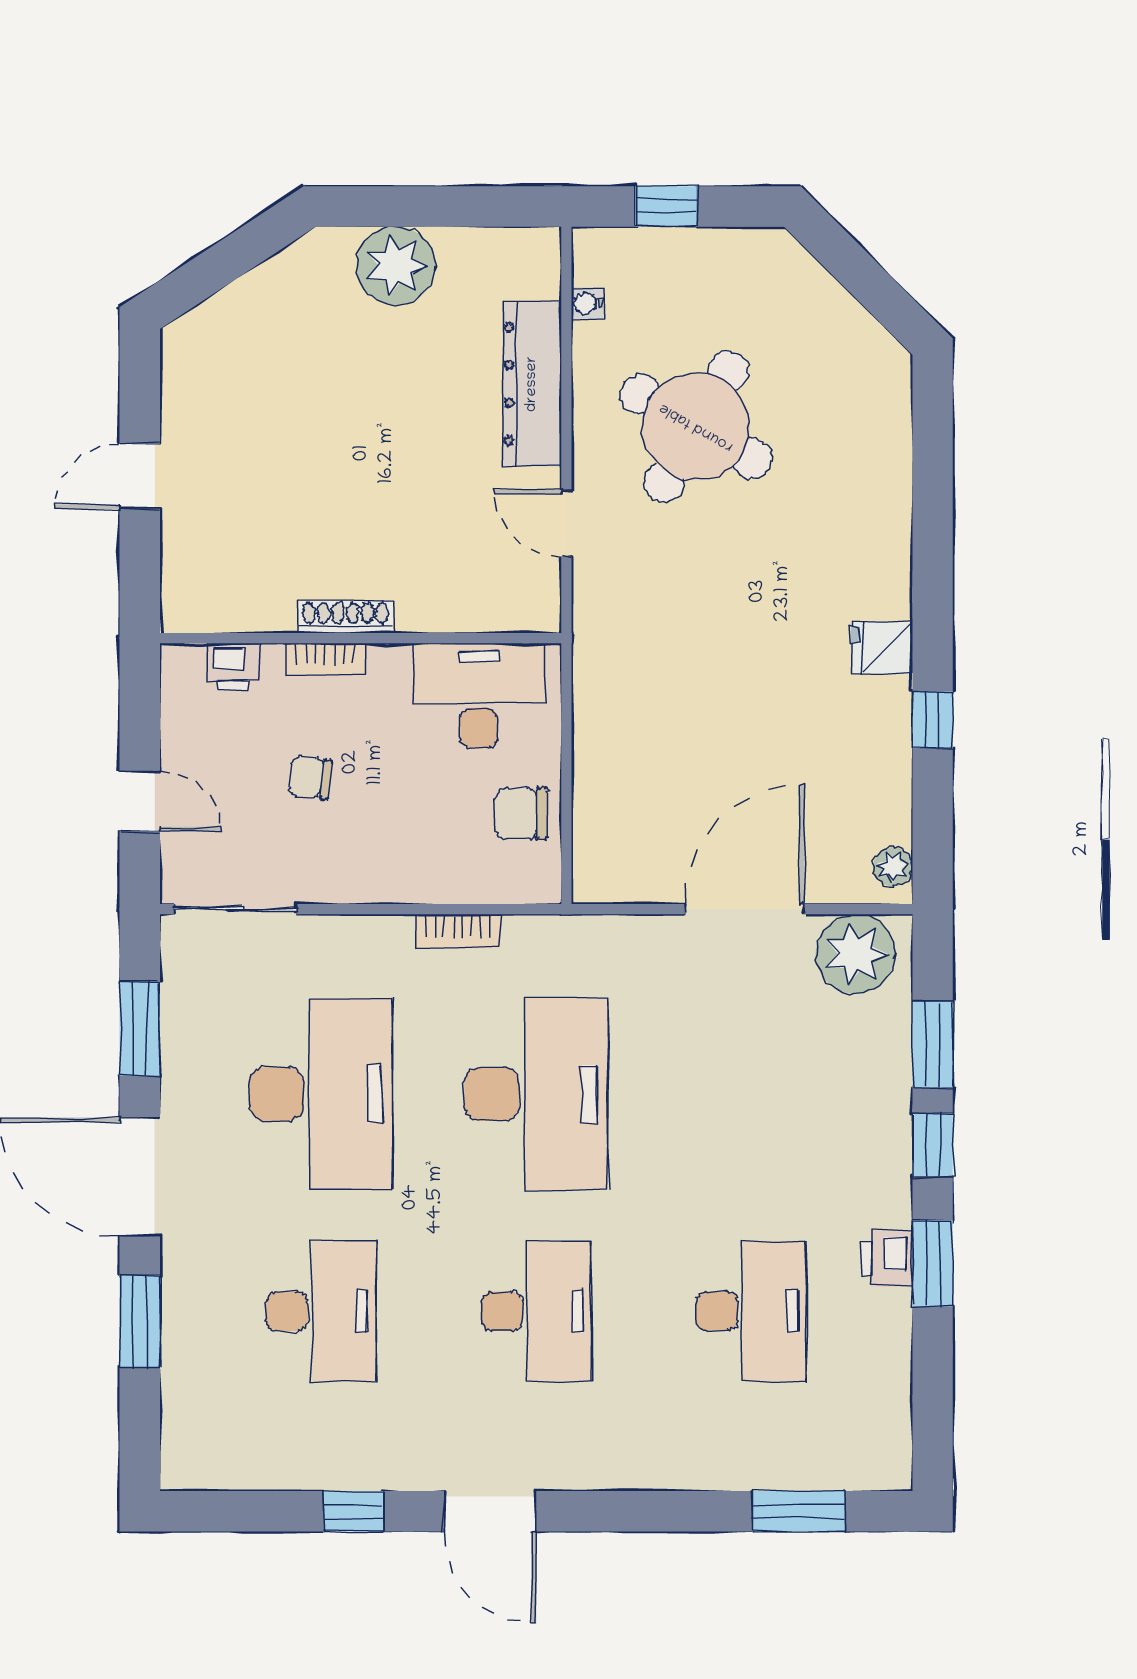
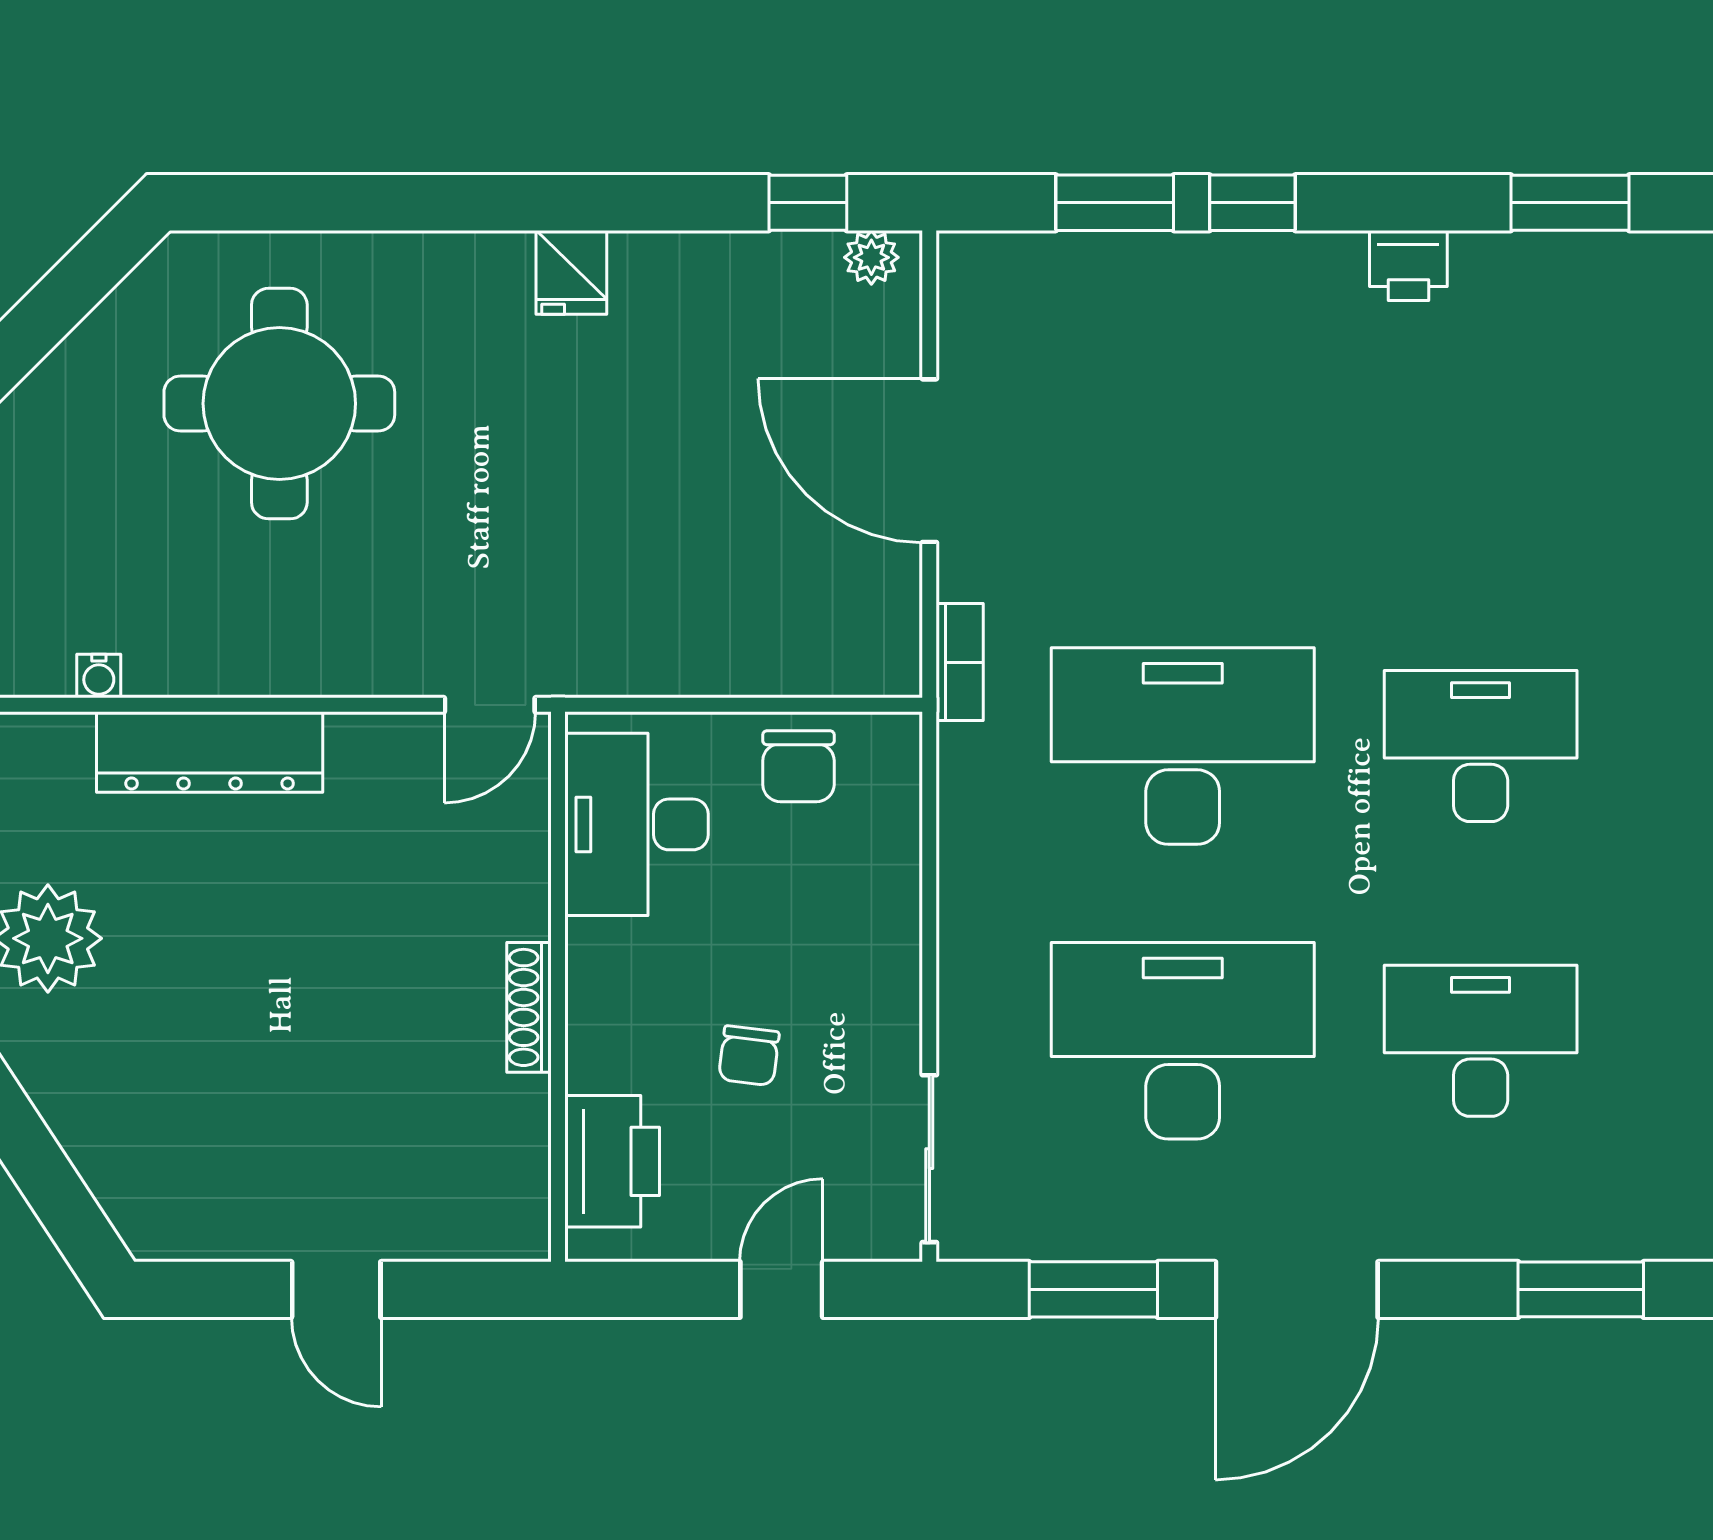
round table: (696, 427) -> (279, 404), moved, turned -30
door: (566, 523) -> (490, 705), moved
bookcase: (325, 659) -> (586, 1036), removed
printer: (233, 666) -> (612, 1161), width x1.87, depth x1.48
window: (933, 720) -> (808, 203), moved
bookcase: (458, 931) -> (960, 662), moved
plant: (855, 954) -> (991, 308), removed
window: (933, 1263) -> (1570, 203), moved
desk: (751, 1311) -> (1481, 451), removed
window: (140, 1321) -> (1581, 1289), moved

